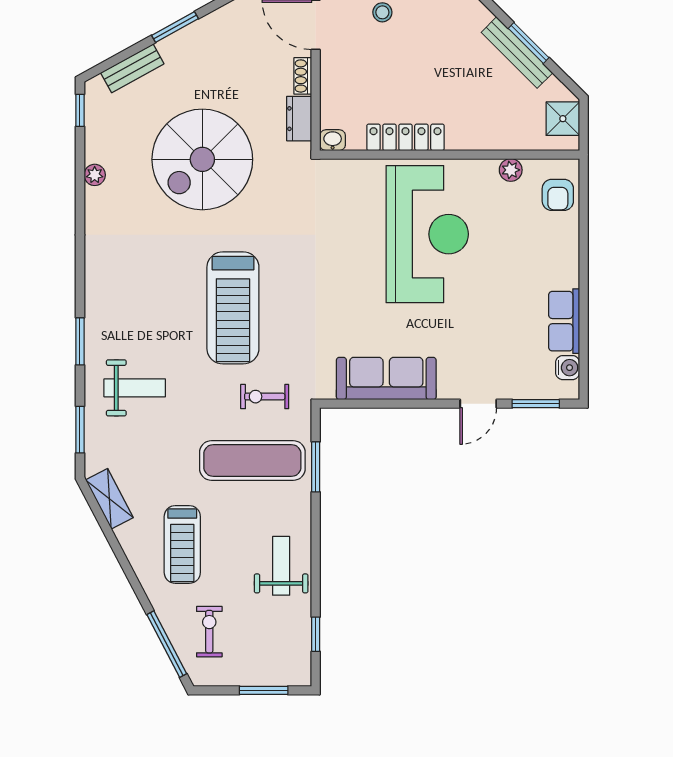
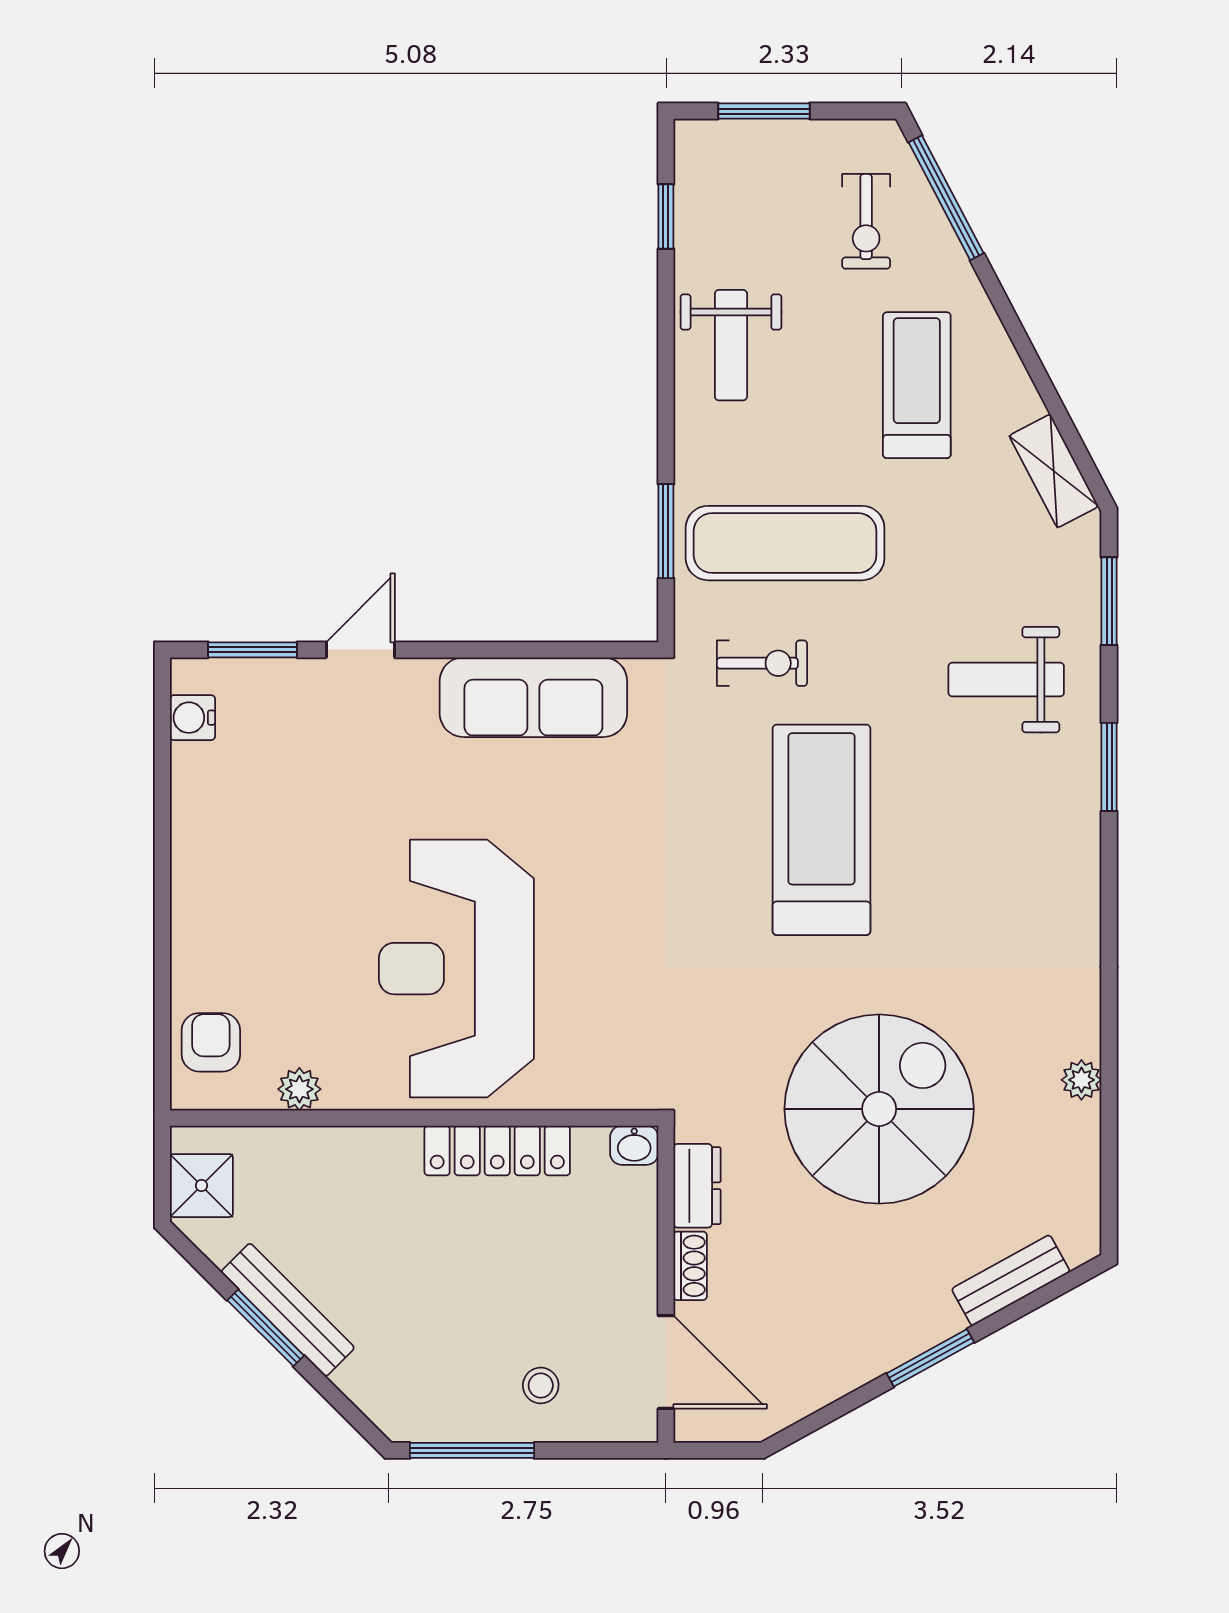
window: (80, 110) -> (1109, 1201), removed
row of seats: (564, 321) -> (199, 805), removed

